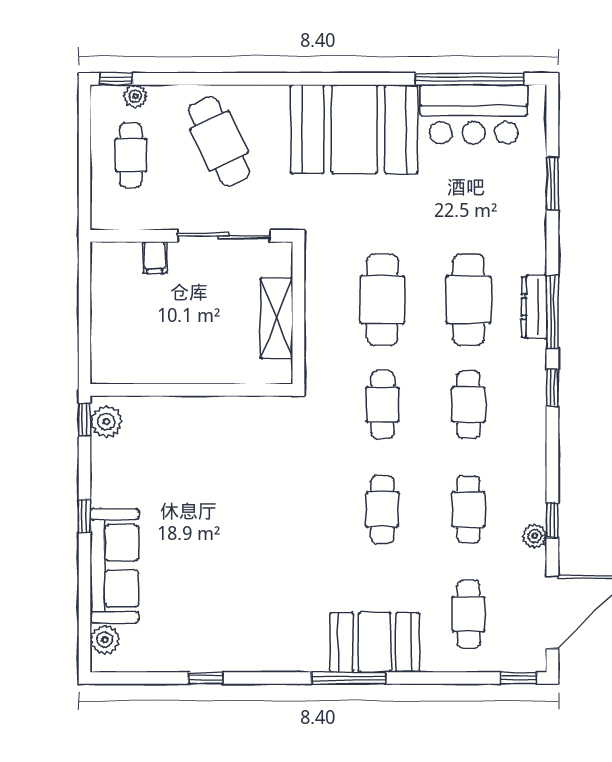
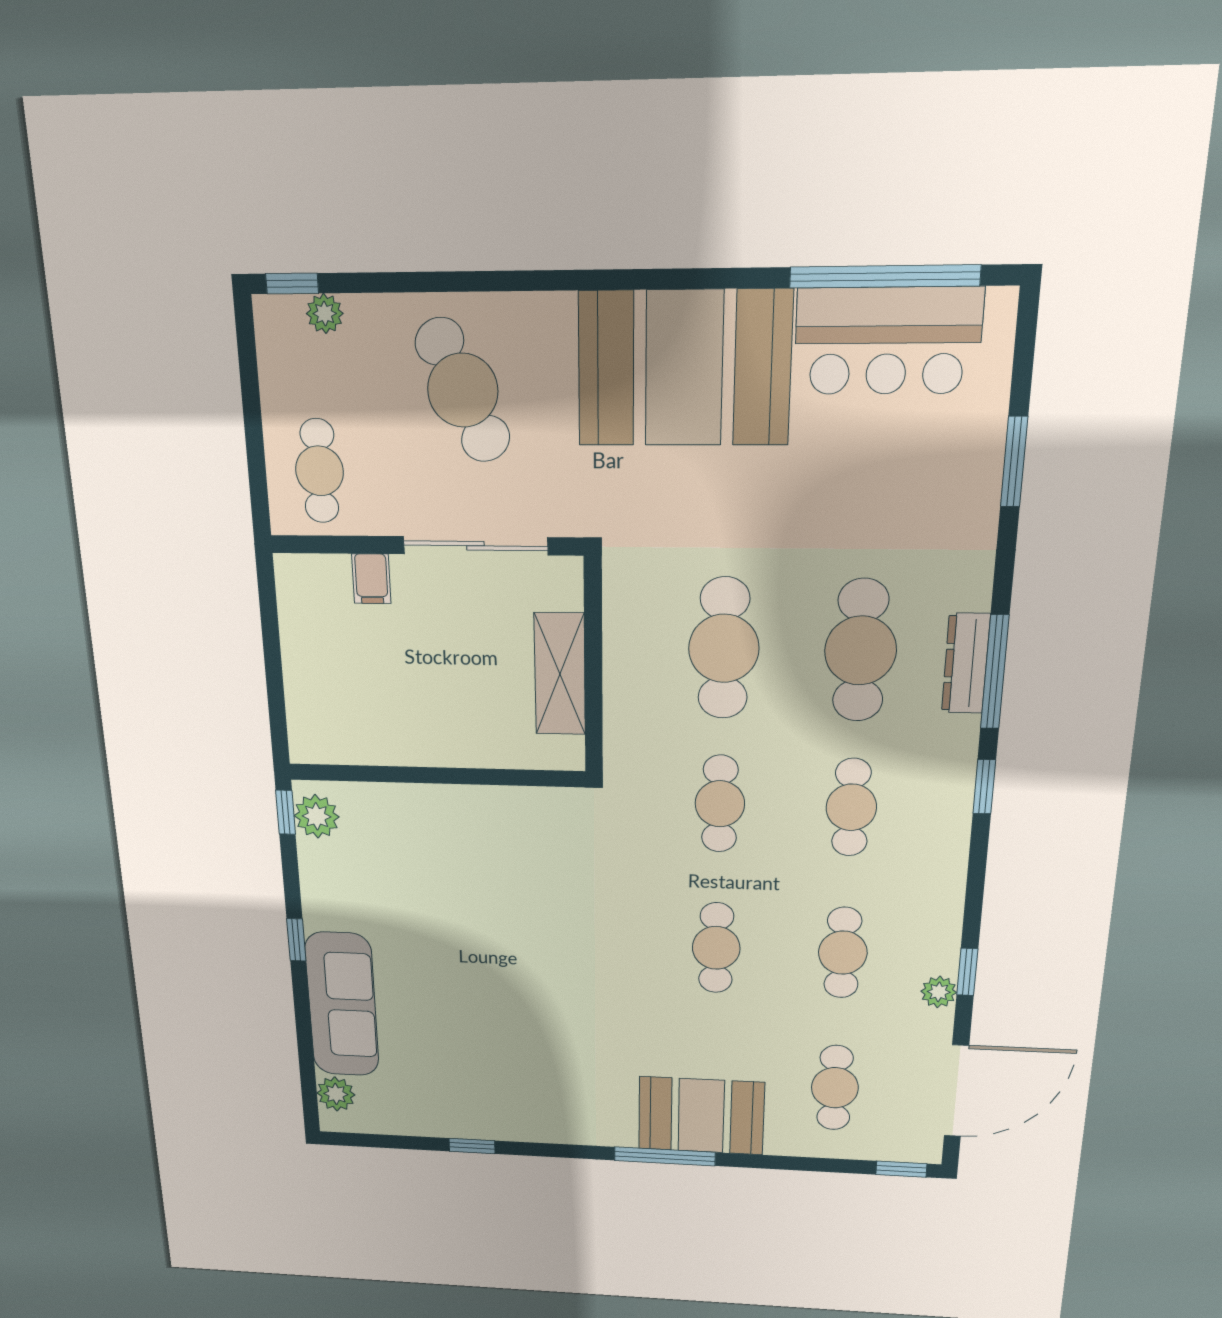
cafe table: (131, 155) -> (319, 471), moved

